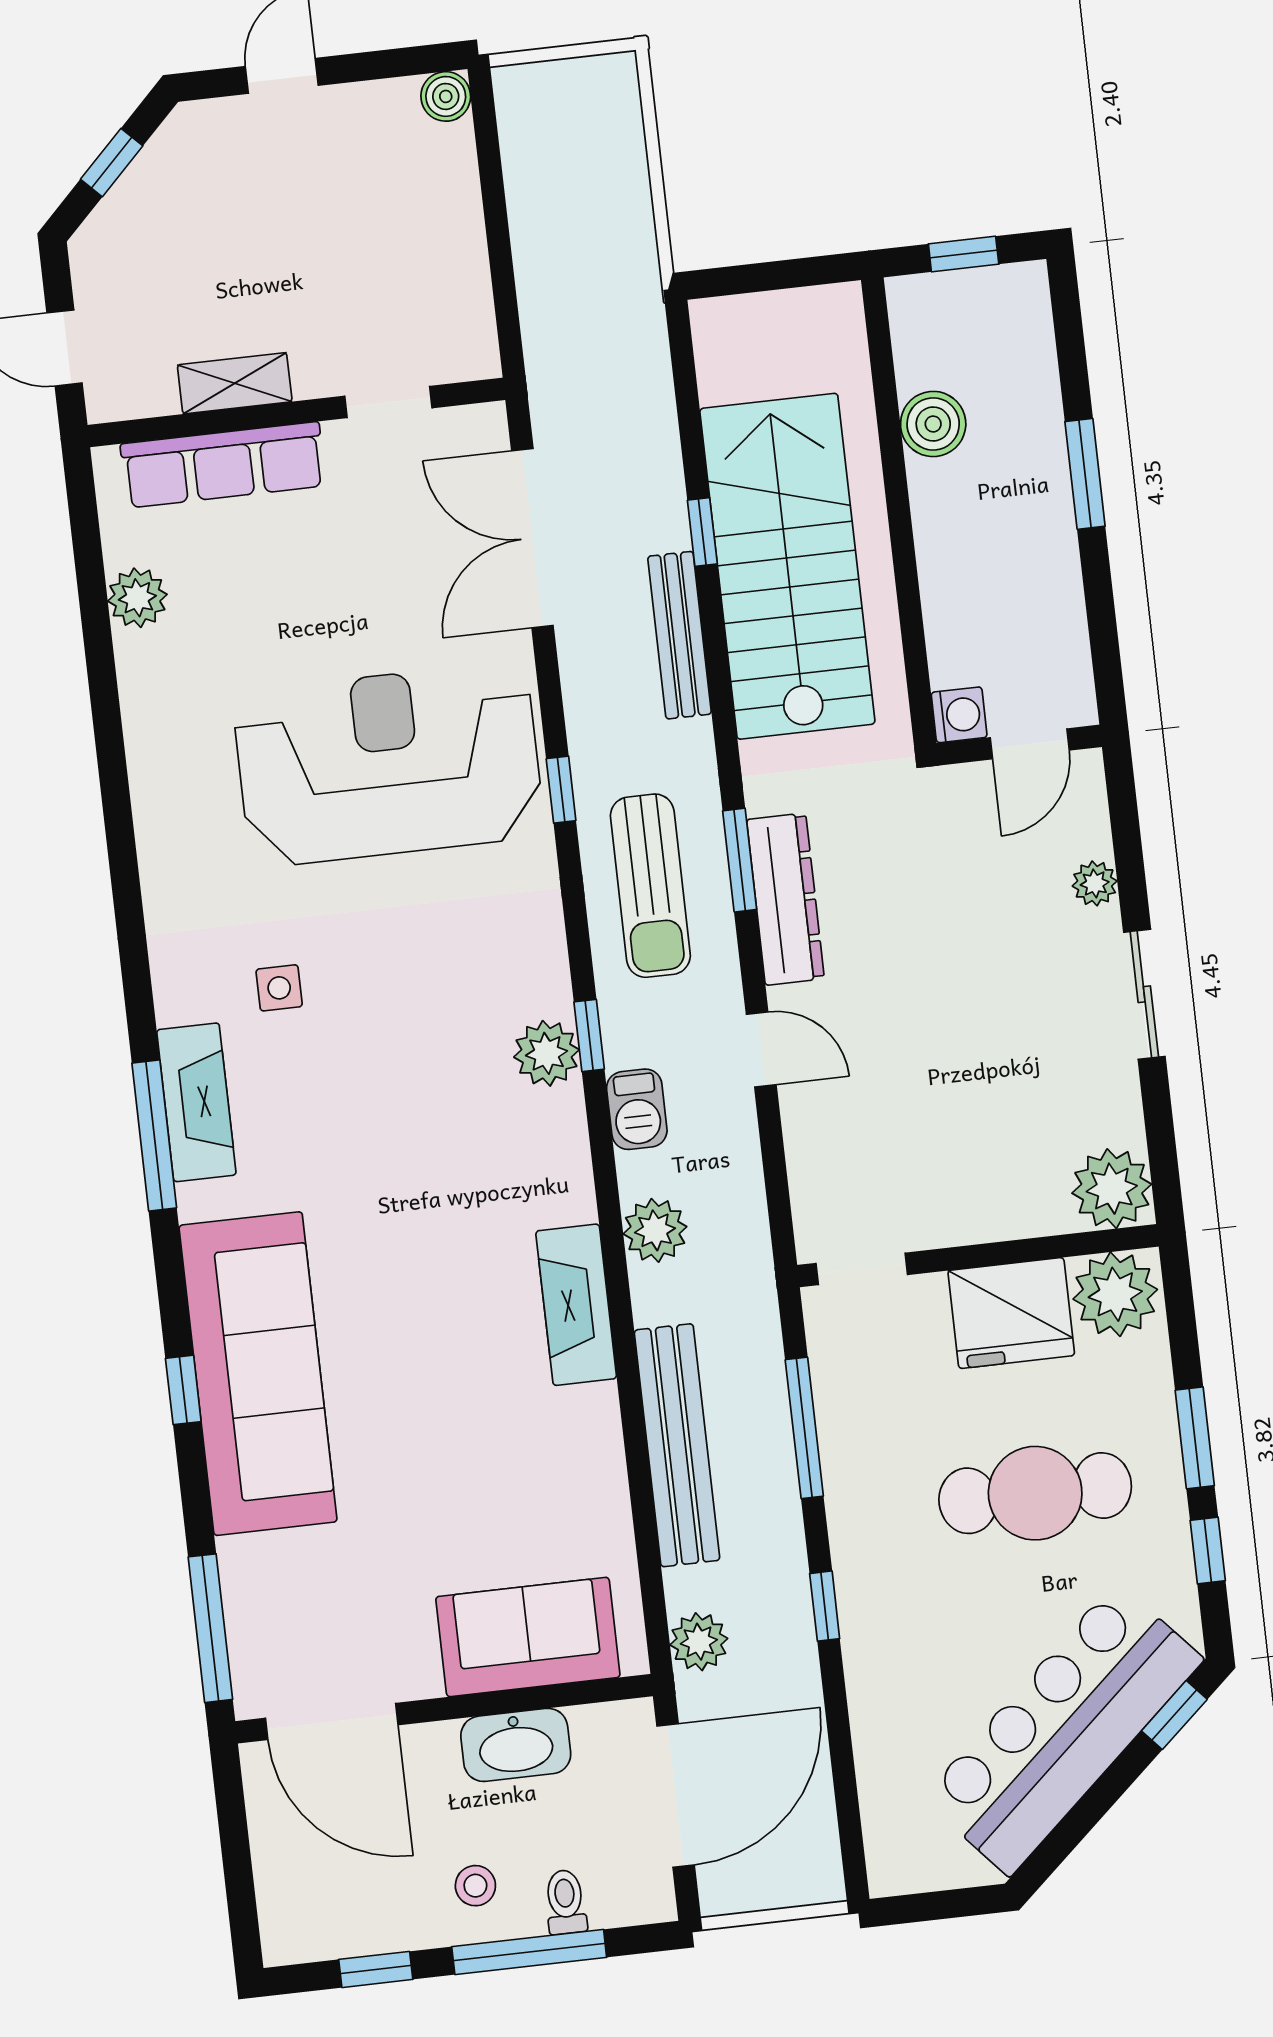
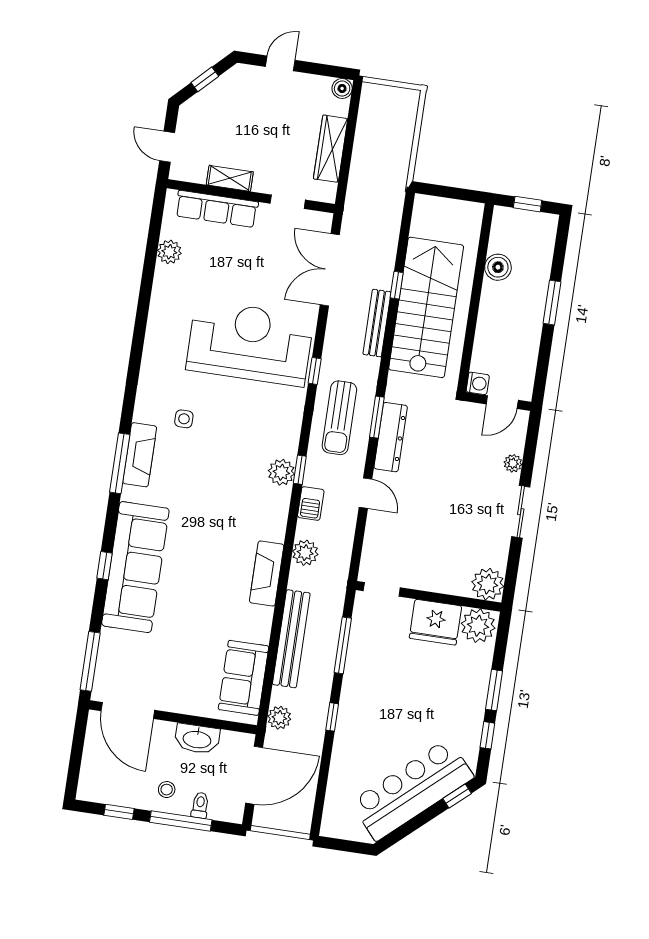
wardrobe: (457, 248) -> (331, 149), added
cafe table: (1035, 1493) -> (426, 695), removed
sofa: (528, 1637) -> (244, 678), moved, turned -90

